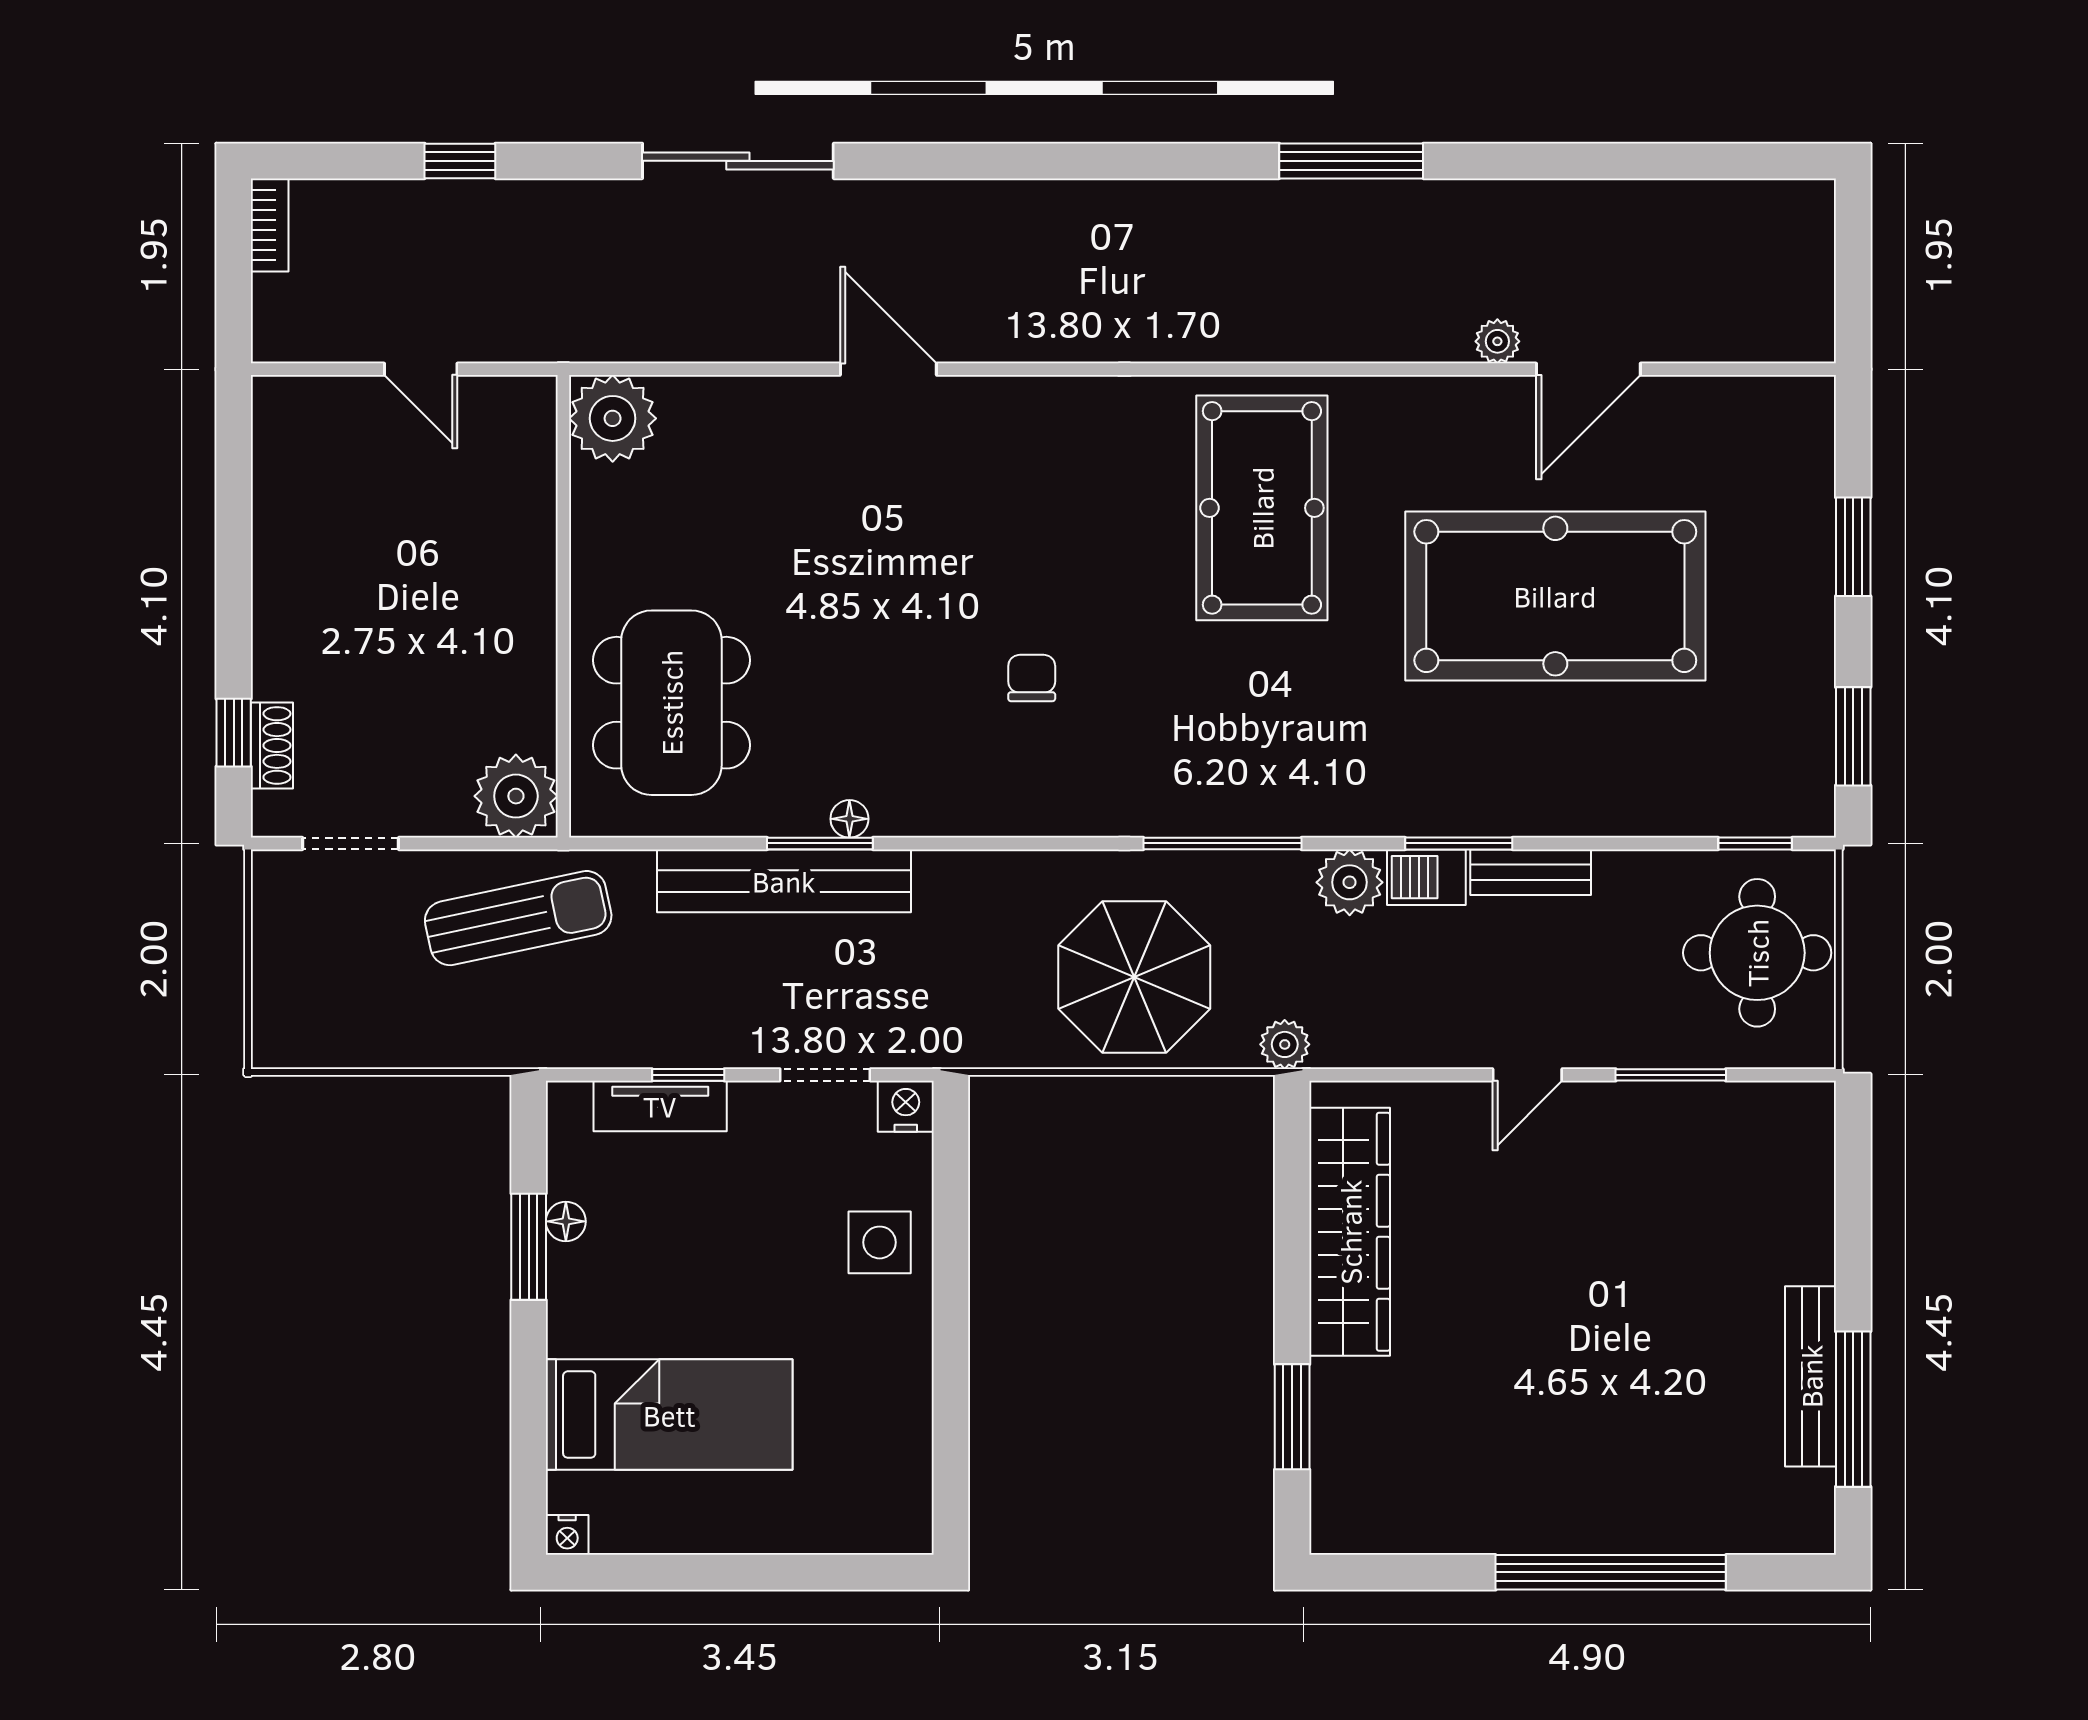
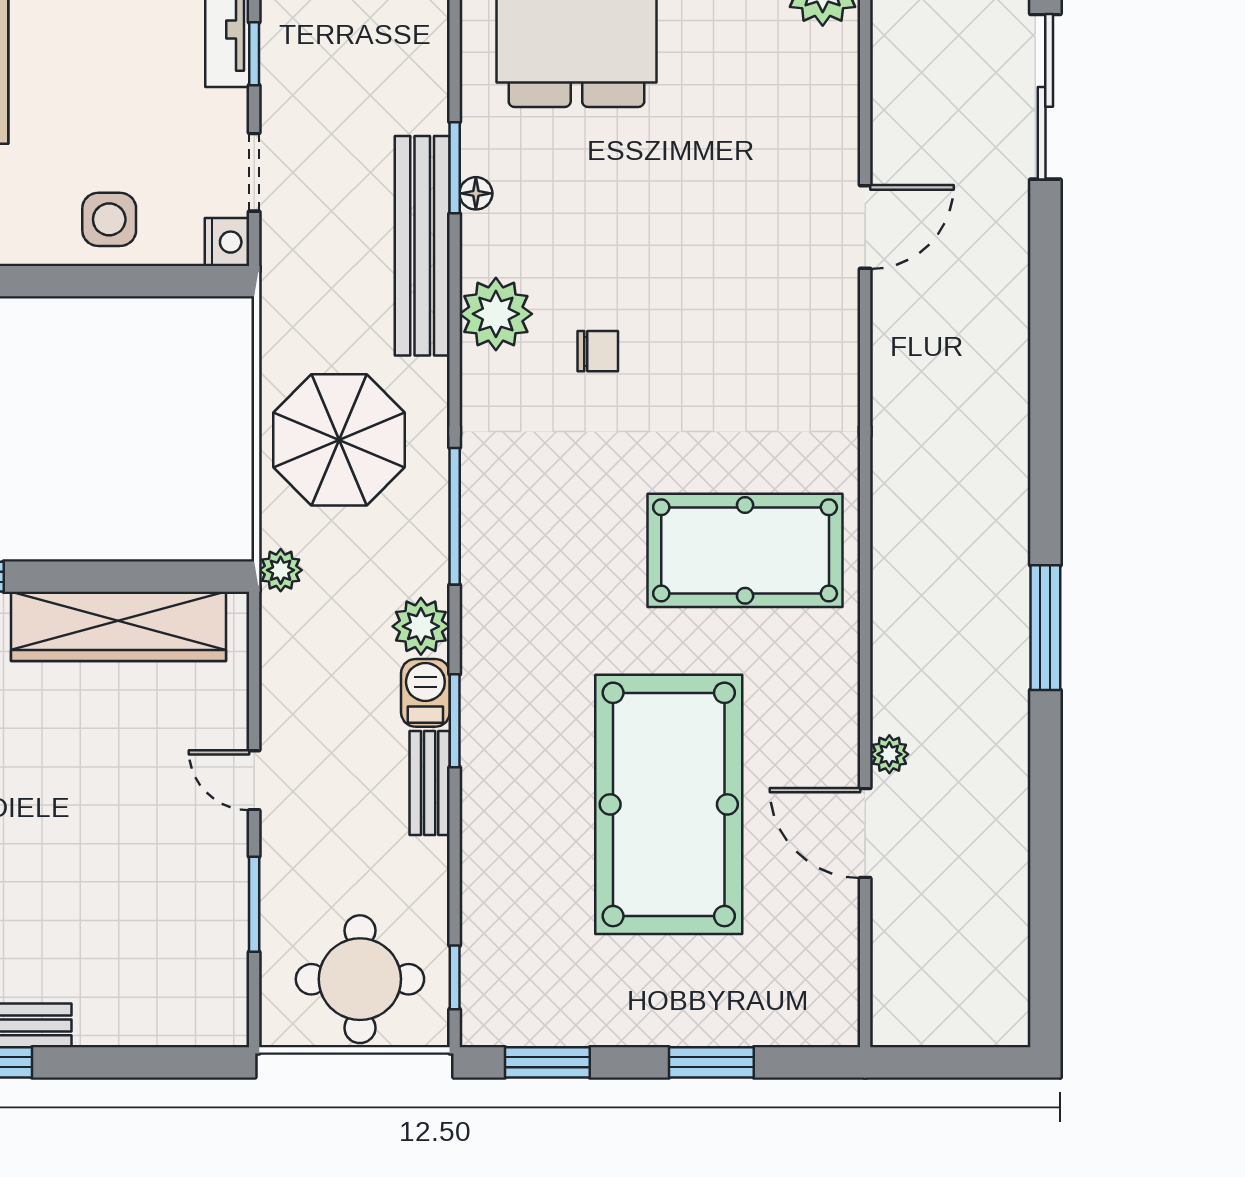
plant: (989, 796) -> (496, 314), added
bench: (784, 881) -> (422, 246), moved

